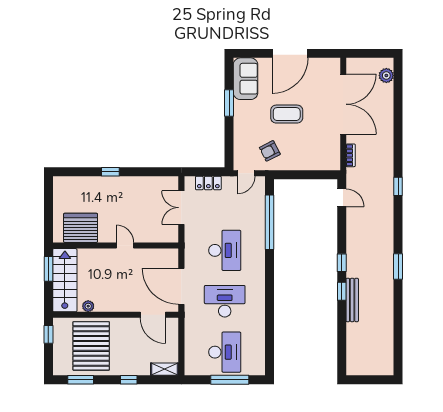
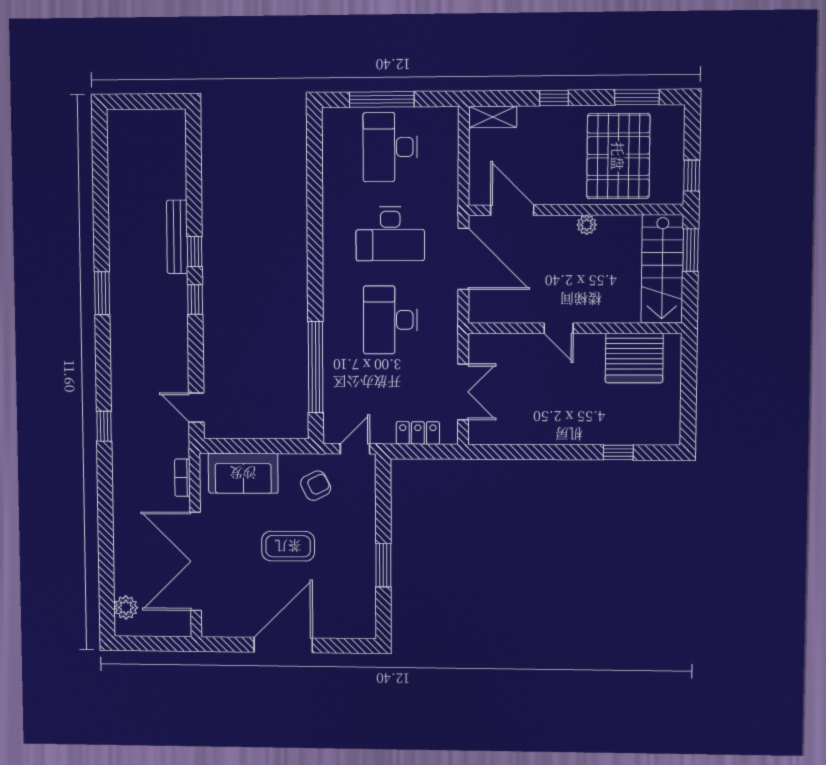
sofa: (246, 79) -> (243, 473), moved, turned -90
window: (110, 172) -> (618, 452), moved
window: (48, 269) -> (691, 250), moved
plant: (88, 306) -> (587, 225), moved

